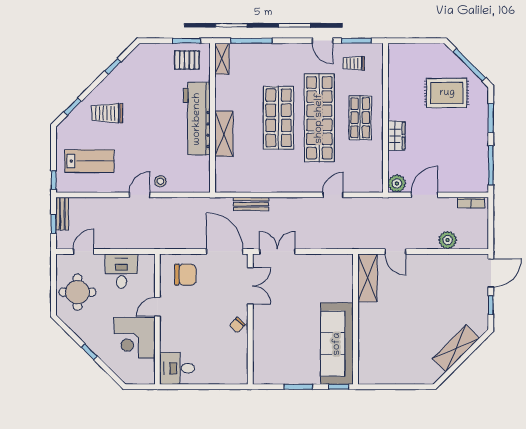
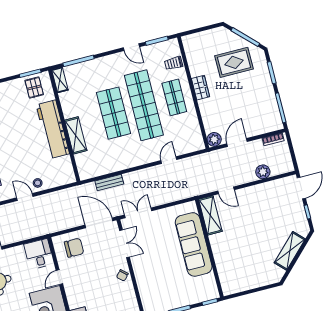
pallet: (187, 60) -> (34, 88), turned 90
trolley: (354, 63) -> (174, 63), moved
wardrobe: (396, 136) -> (200, 88), moved
door: (140, 195) -> (25, 197), hinge flipped
desk: (122, 271) -> (39, 254), moved
sofa: (337, 344) -> (194, 244), moved

